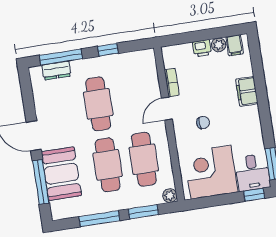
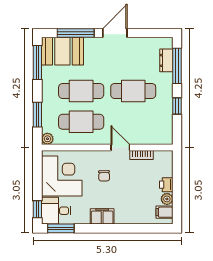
filing cabinet: (247, 91) -> (102, 216), moved
booth: (61, 174) -> (62, 51), moved
window: (99, 219) -> (37, 62), moved

